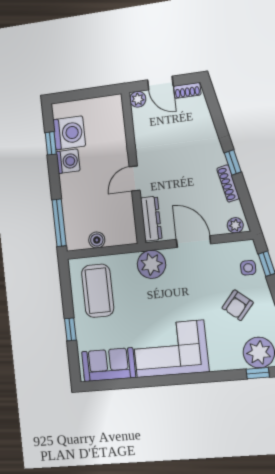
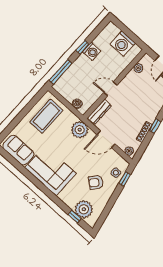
plant: (138, 99) -> (138, 68), moved
washing machine: (69, 133) -> (123, 44), moved, turned 90
window: (51, 143) -> (83, 47), moved
boiler: (97, 240) -> (77, 104), moved
door: (193, 242) -> (106, 139), swing flipped
window: (70, 329) -> (18, 119), removed

